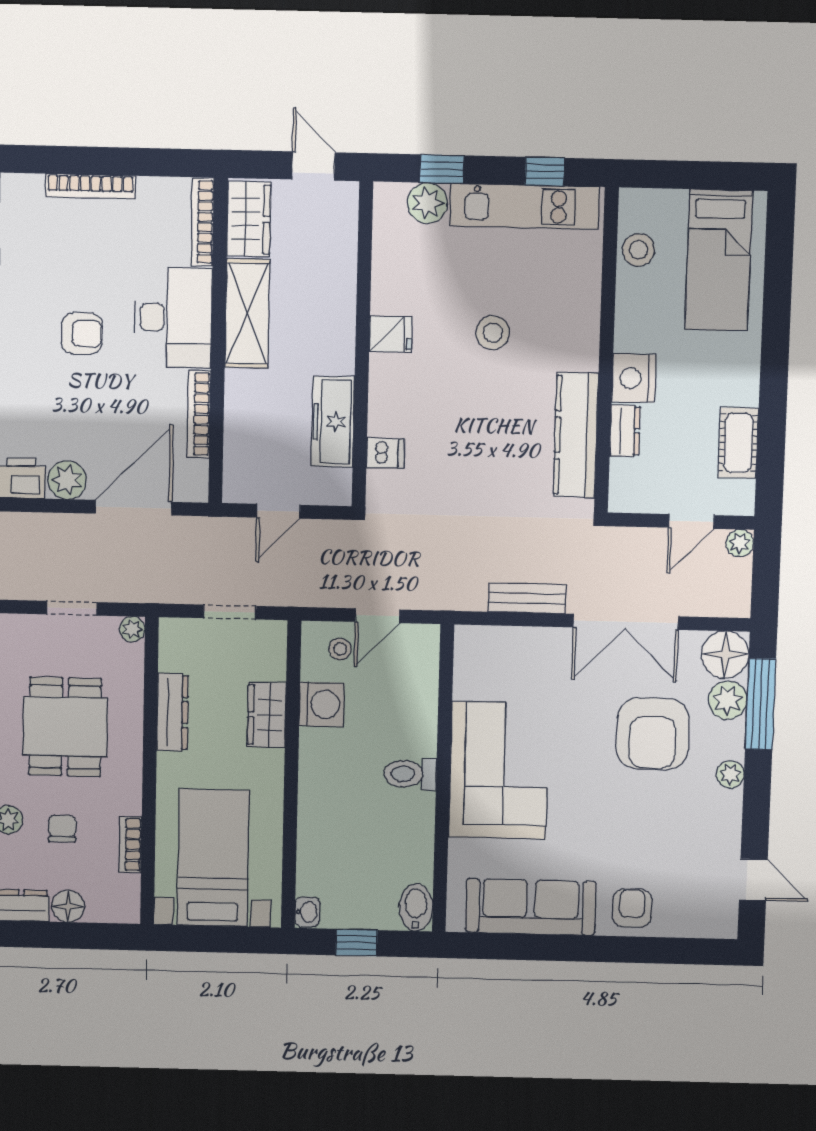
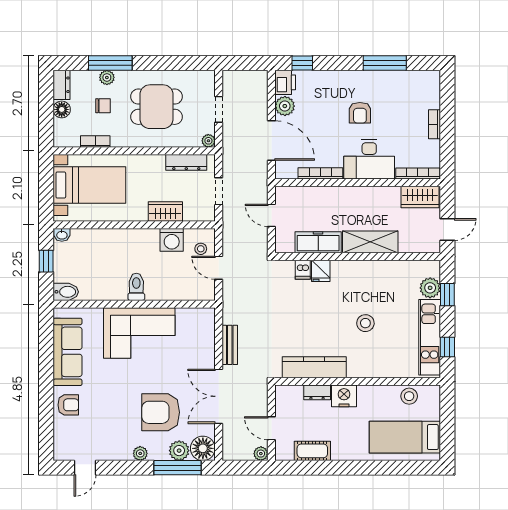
bookcase: (90, 186) -> (434, 124), width x0.64
shelving: (247, 313) -> (370, 242), moved
fridge: (391, 334) -> (321, 271), moved
dresser: (172, 712) -> (186, 162), moved

